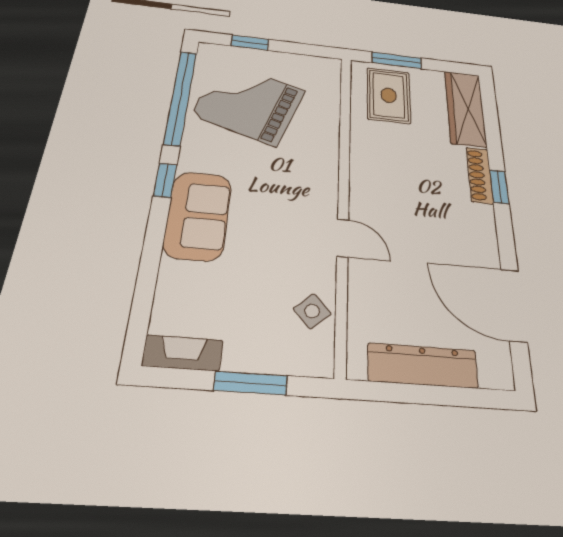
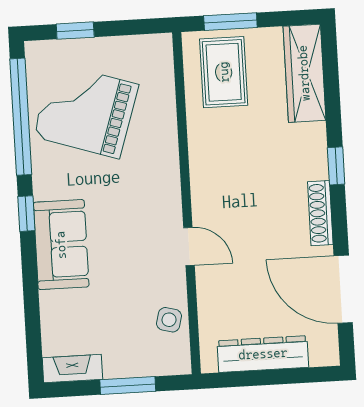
shoe rack: (480, 175) -> (320, 213), moved
side table: (312, 311) -> (169, 320), turned -33

